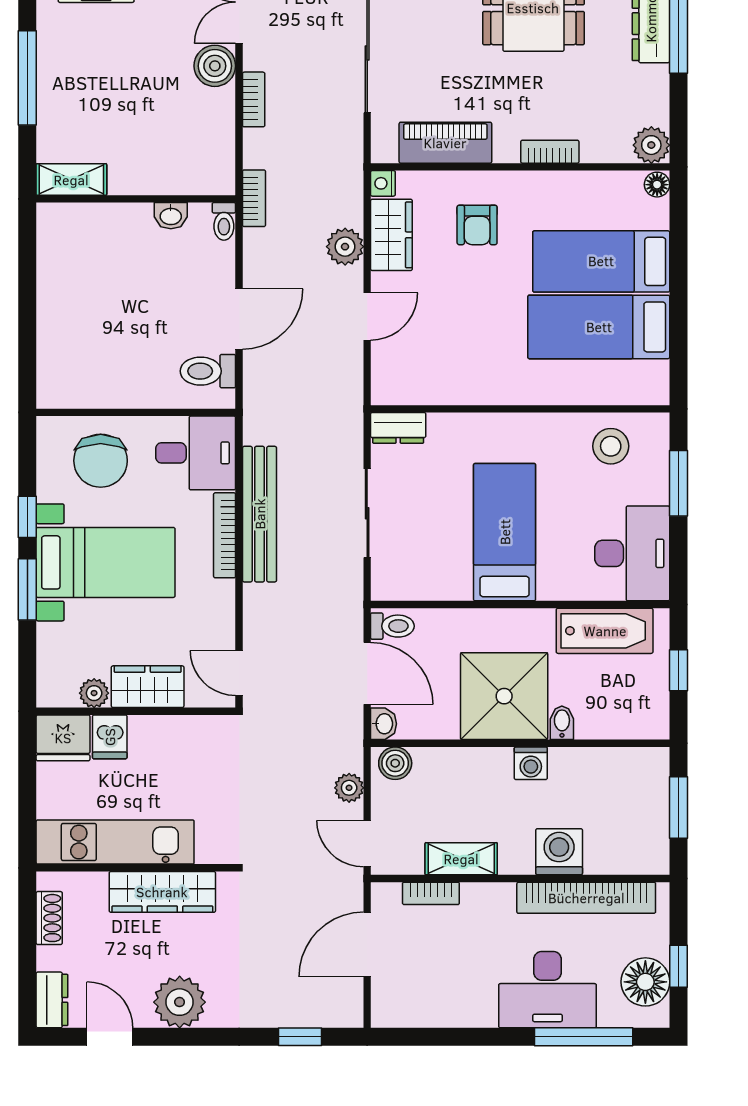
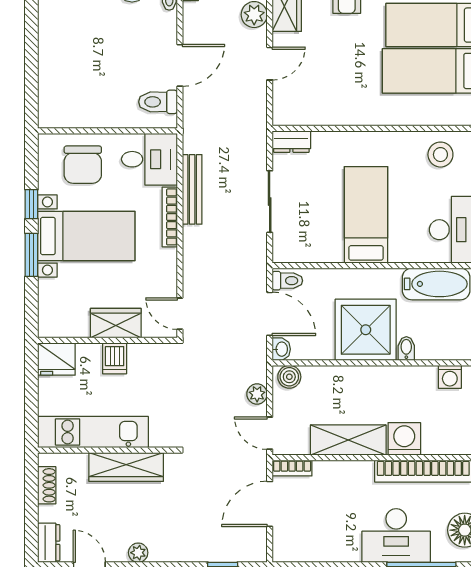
bench: (260, 514) -> (192, 189), width x0.73, depth x0.82
plant: (94, 693) -> (78, 328), removed
dishwasher: (110, 737) -> (115, 358), moved
washing machine: (531, 763) -> (450, 377), moved
shelving: (461, 859) -> (348, 440), width x1.50, depth x1.33
bookcase: (431, 893) -> (292, 468), moved
plant: (180, 1002) -> (138, 553), width x0.53, depth x0.53

